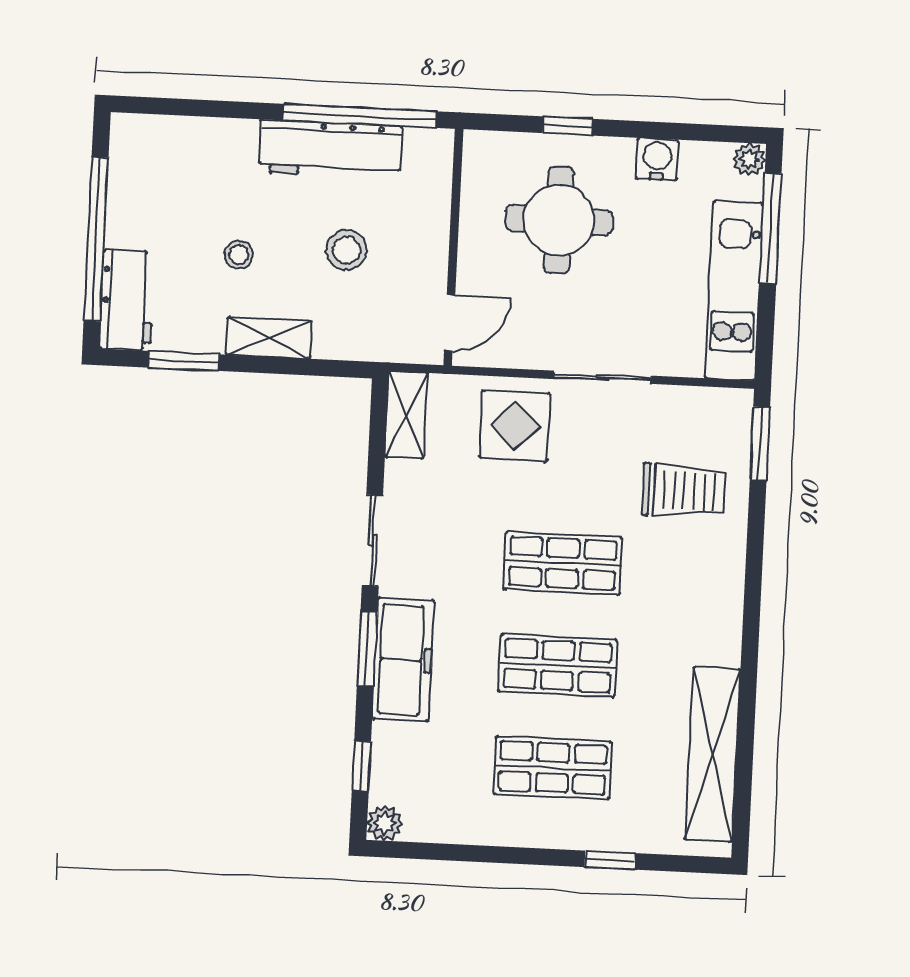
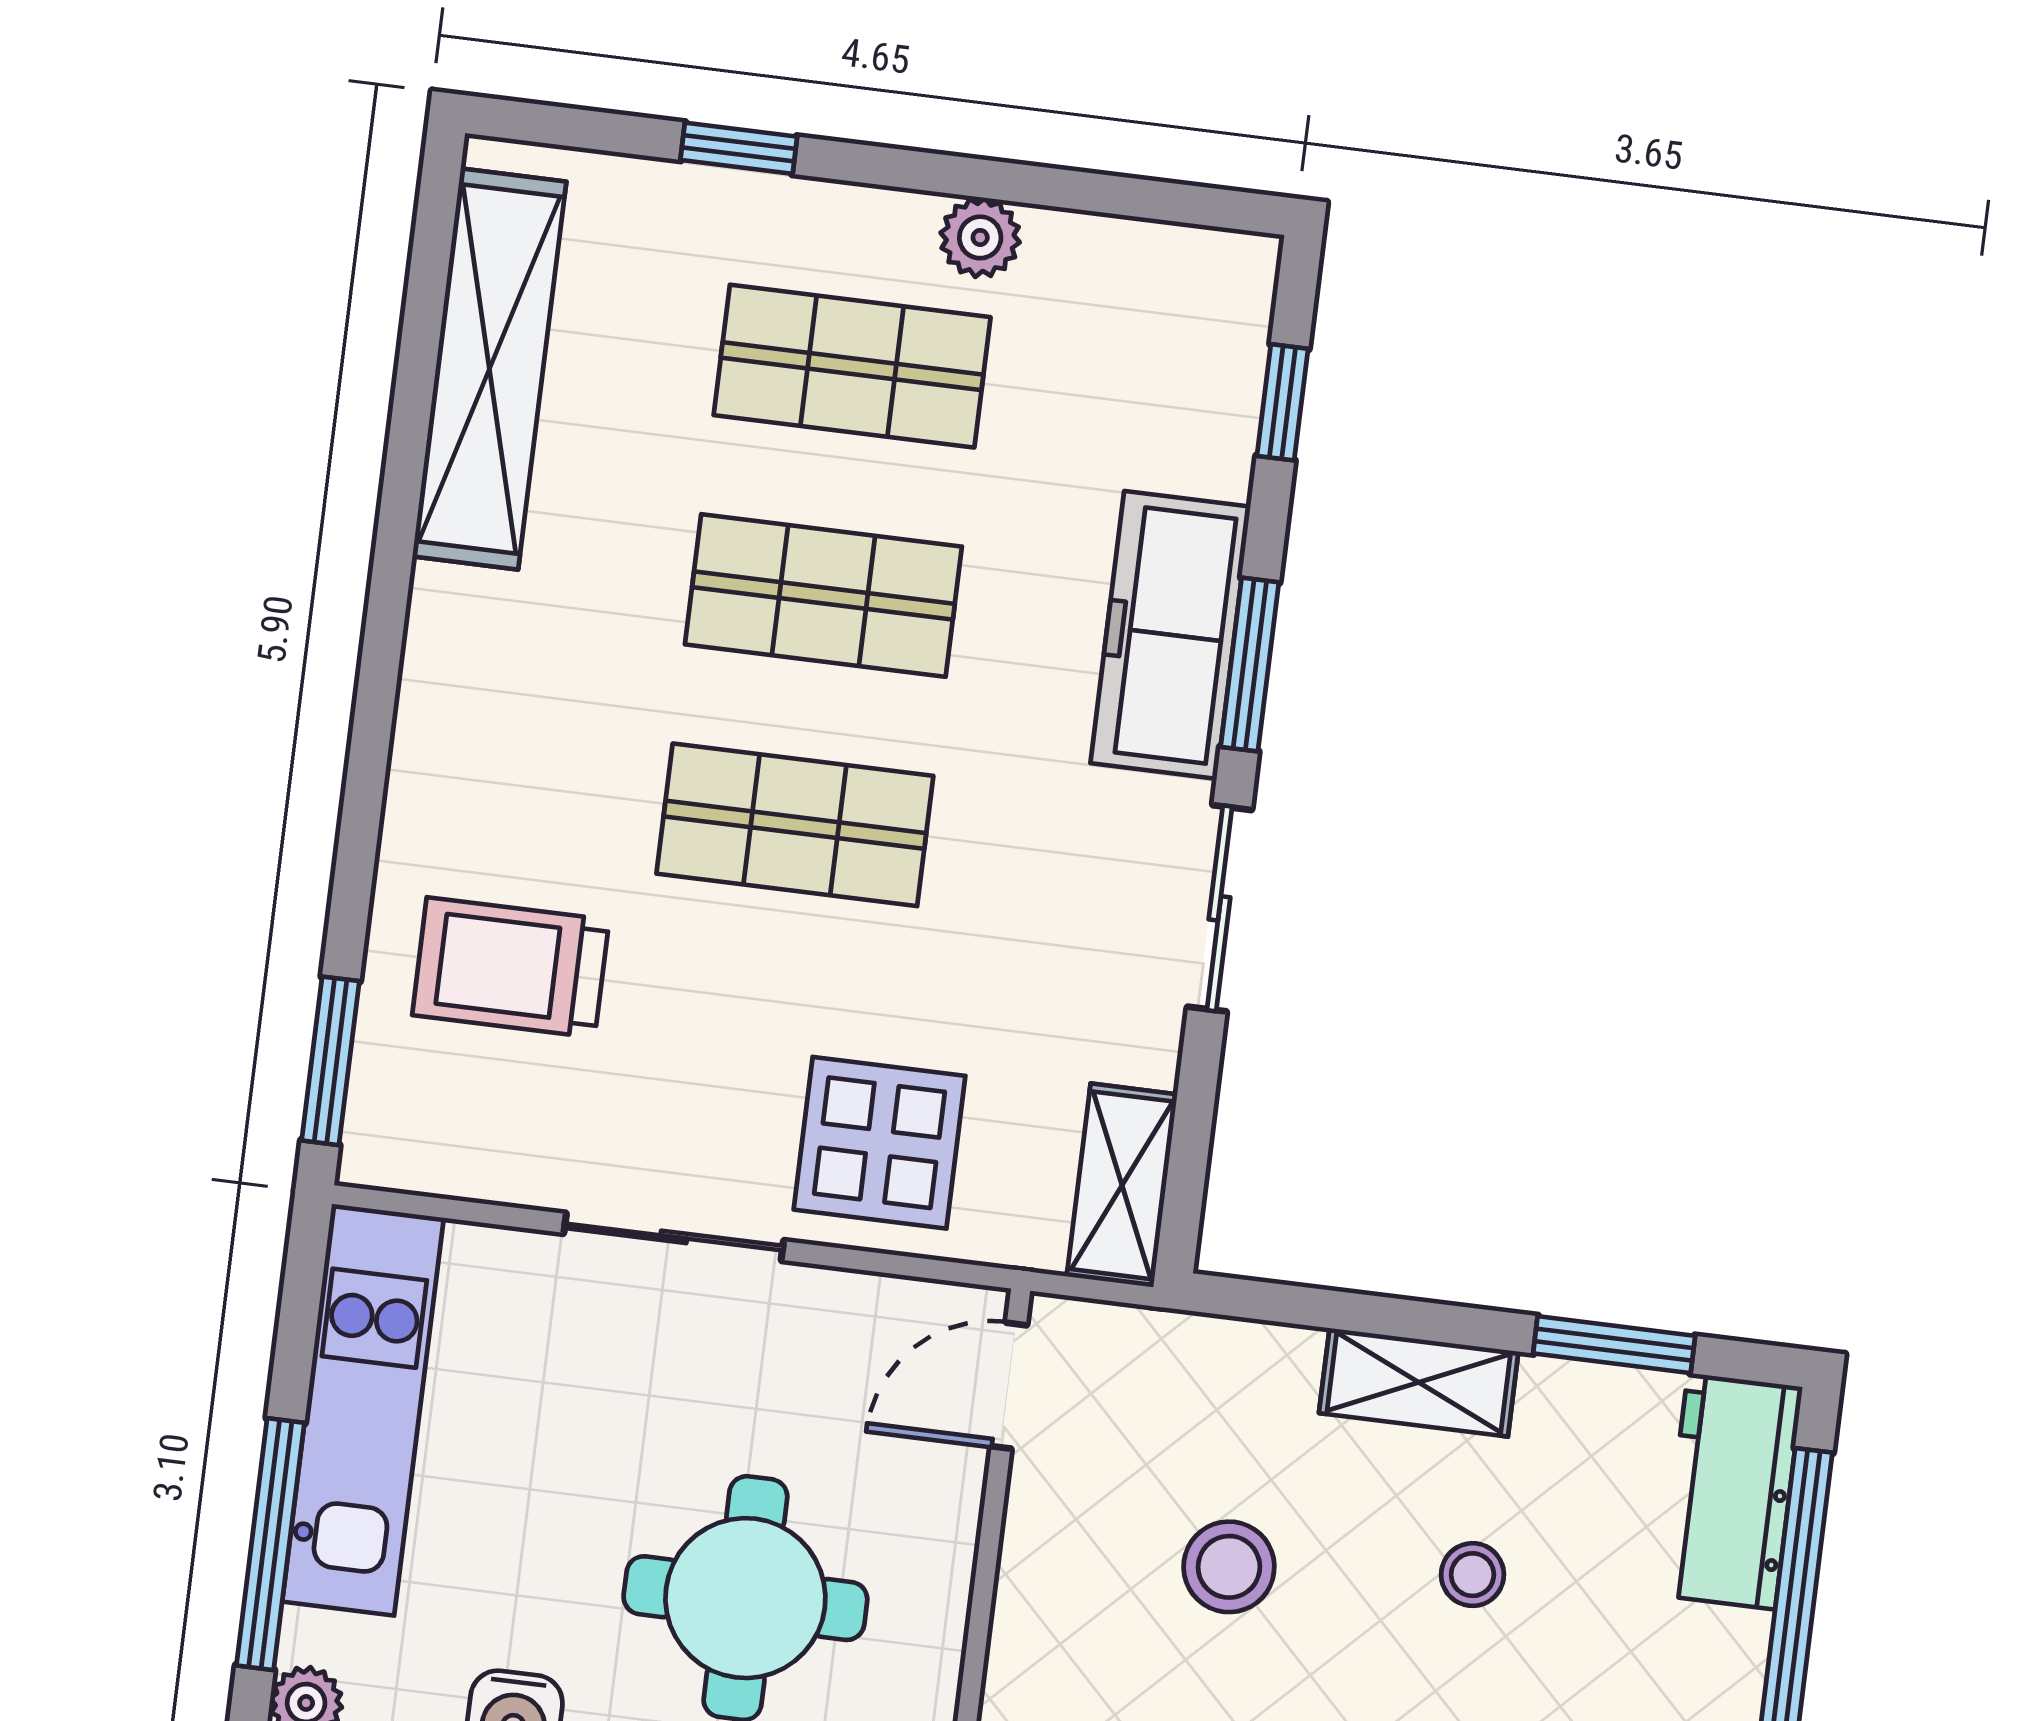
plant: (385, 823) -> (980, 237), moved

